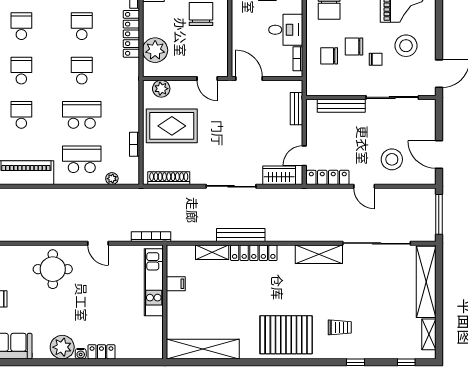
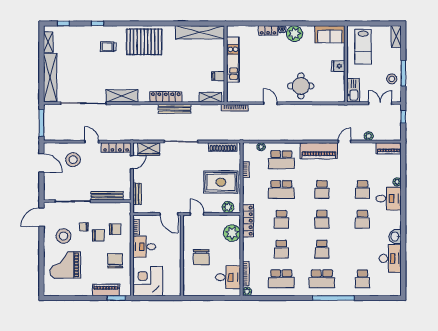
locker: (131, 34) -> (248, 221), moved
shelving: (212, 252) -> (210, 97), moved
kitchen unit: (154, 282) -> (233, 60), moved

